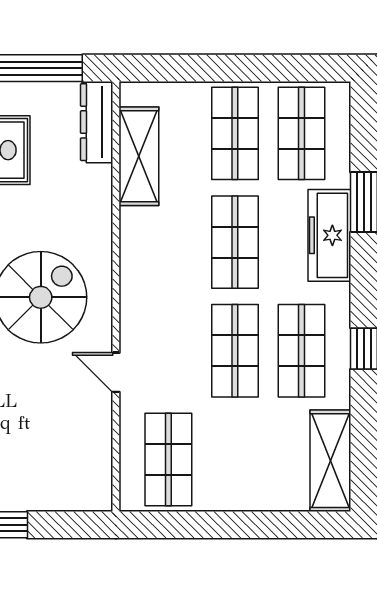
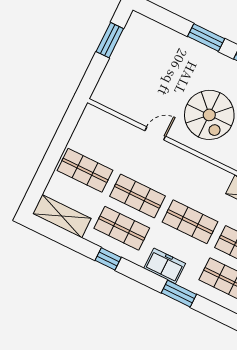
freezer: (329, 235) -> (165, 266), width x0.71
shop shelf: (168, 460) -> (85, 170), moved

